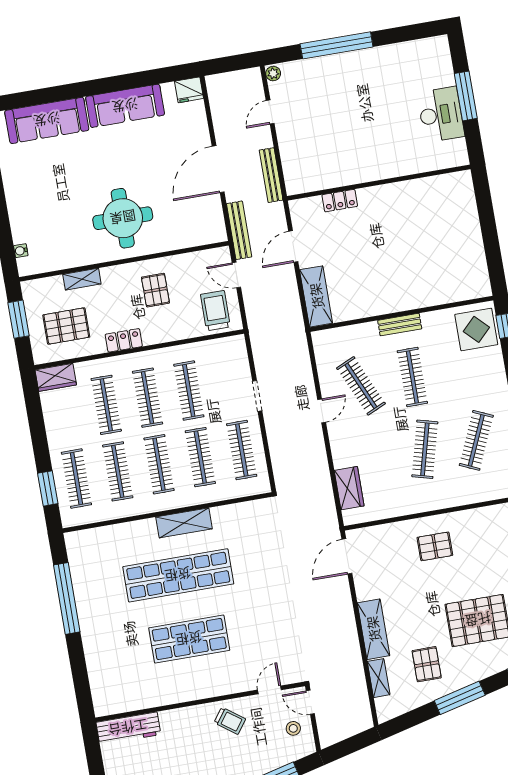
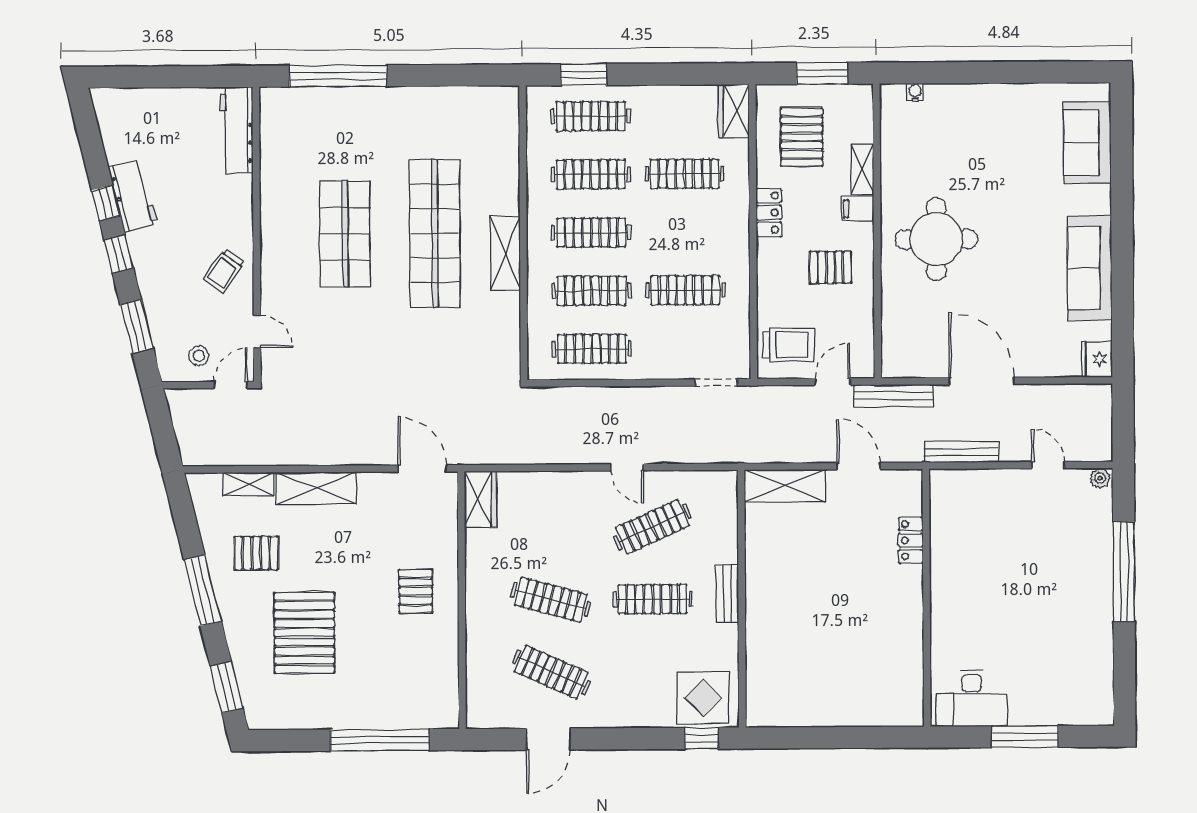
desk: (441, 115) -> (972, 698), moved
sofa: (47, 120) -> (1087, 143), width x0.73
filing cabinet: (111, 278) -> (857, 209), added
doorway: (257, 396) -> (716, 382), moved
clothes rail: (148, 398) -> (685, 232), removed
wardrobe: (349, 488) -> (481, 499), moved, turned -90
window: (67, 598) -> (338, 76), moved

